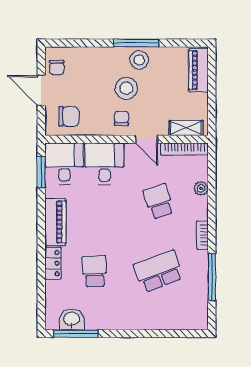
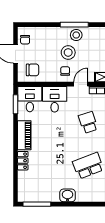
door: (147, 139) -> (81, 84), swing flipped
school desk: (94, 271) -> (48, 166), removed
washbasin: (72, 319) -> (68, 195), moved

